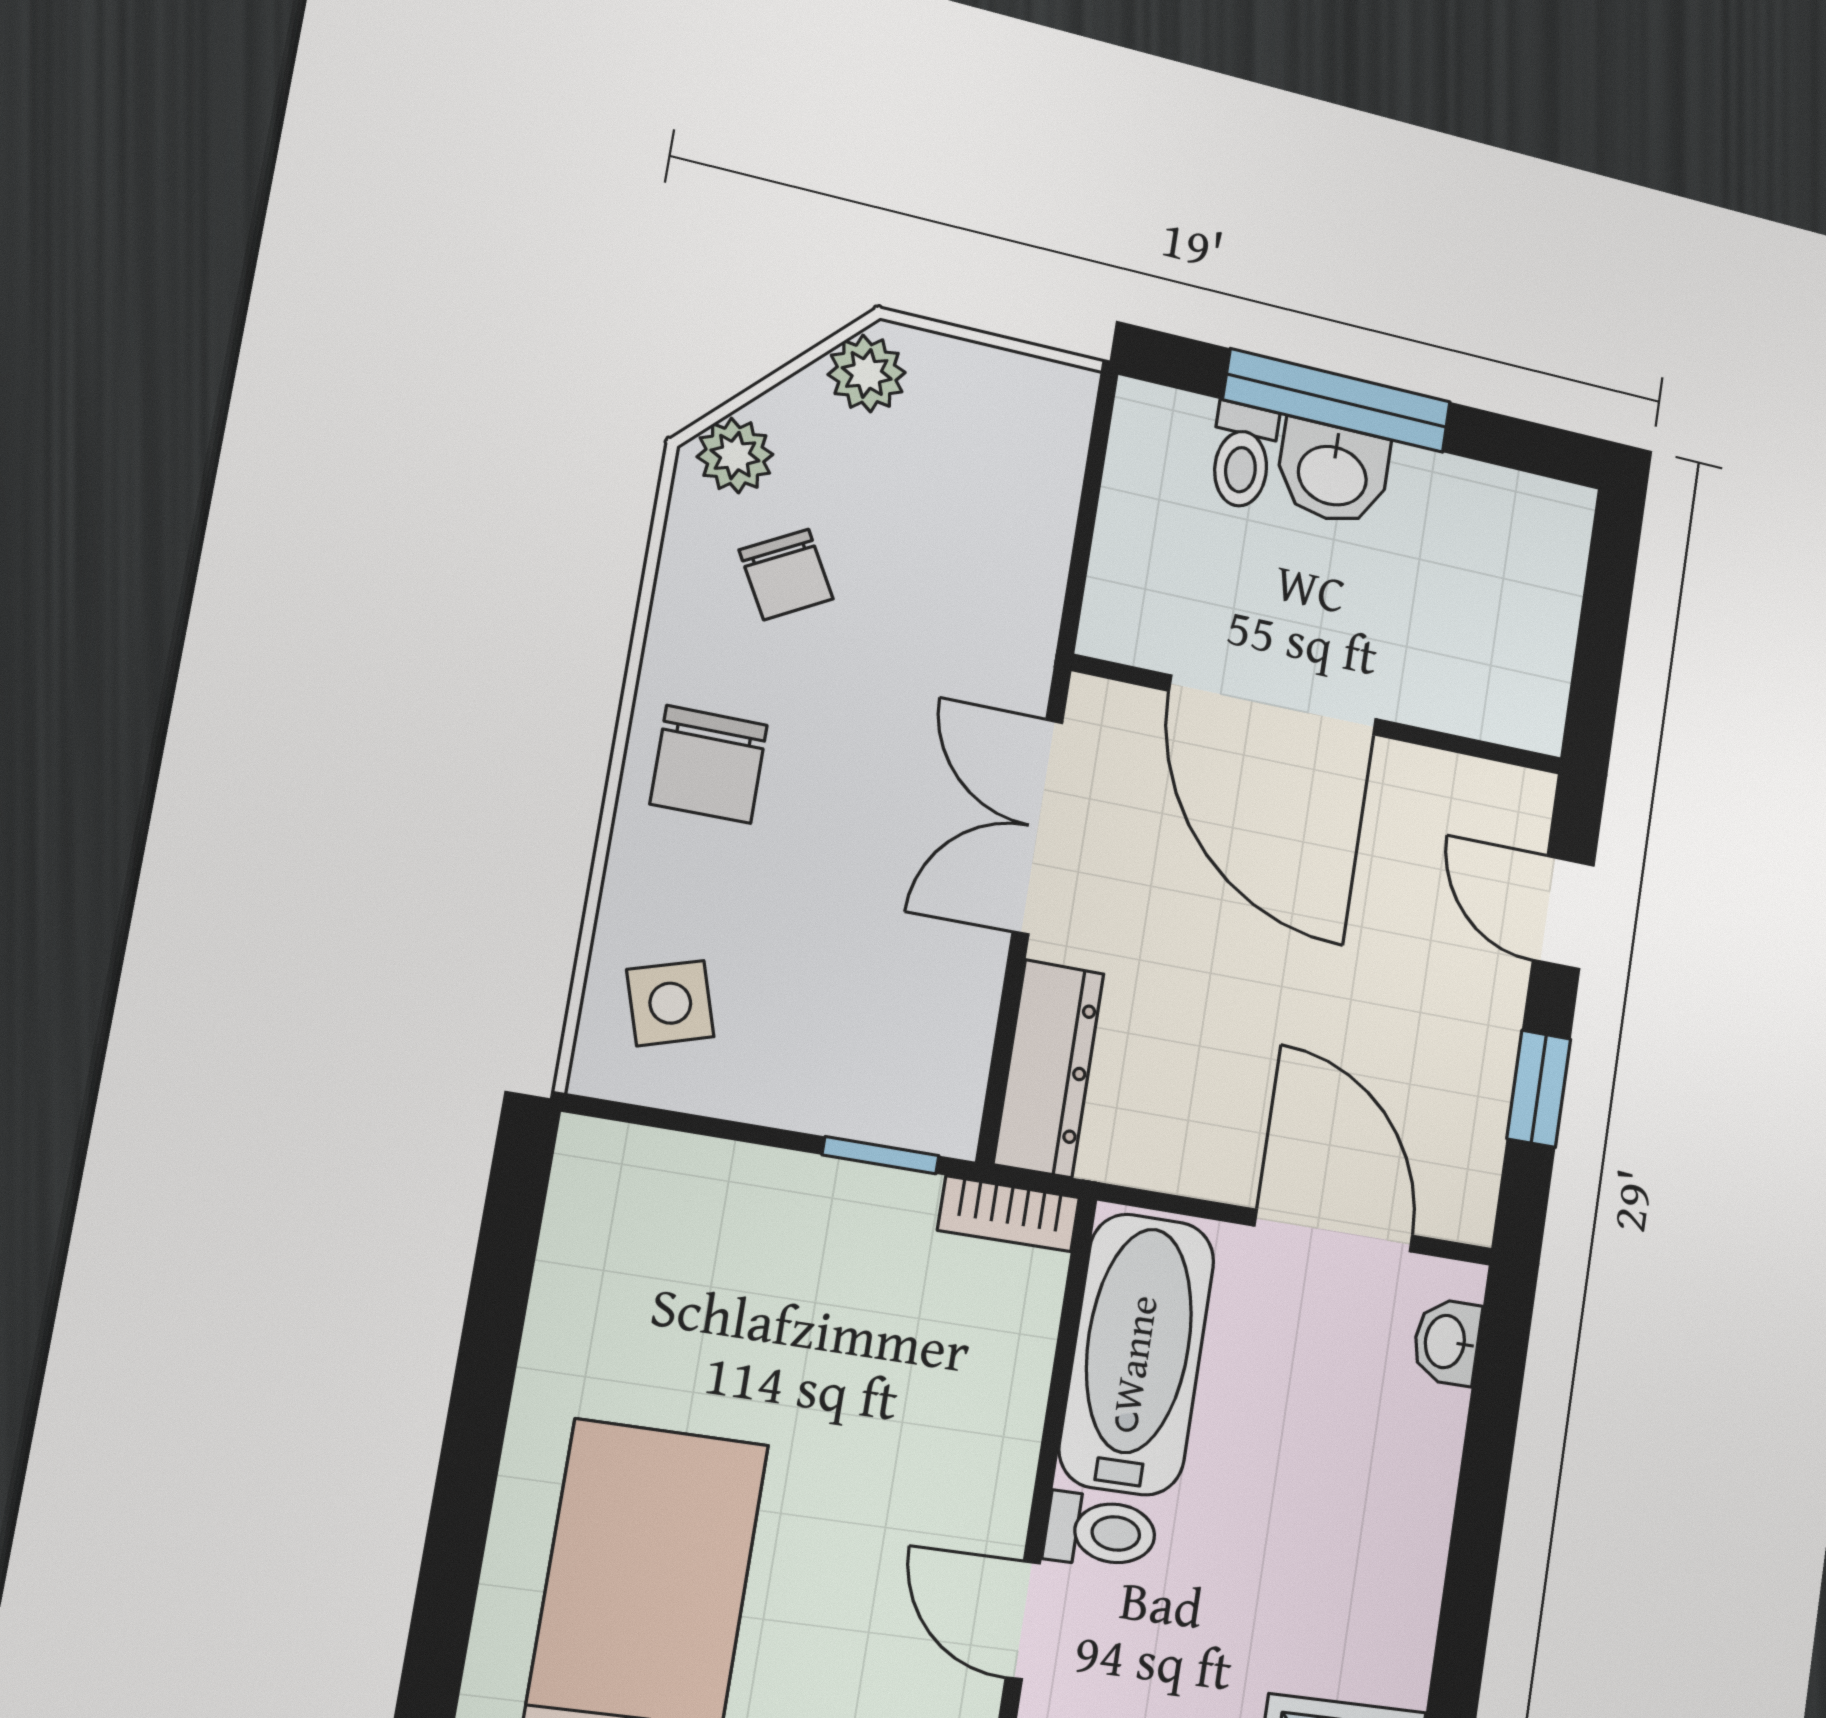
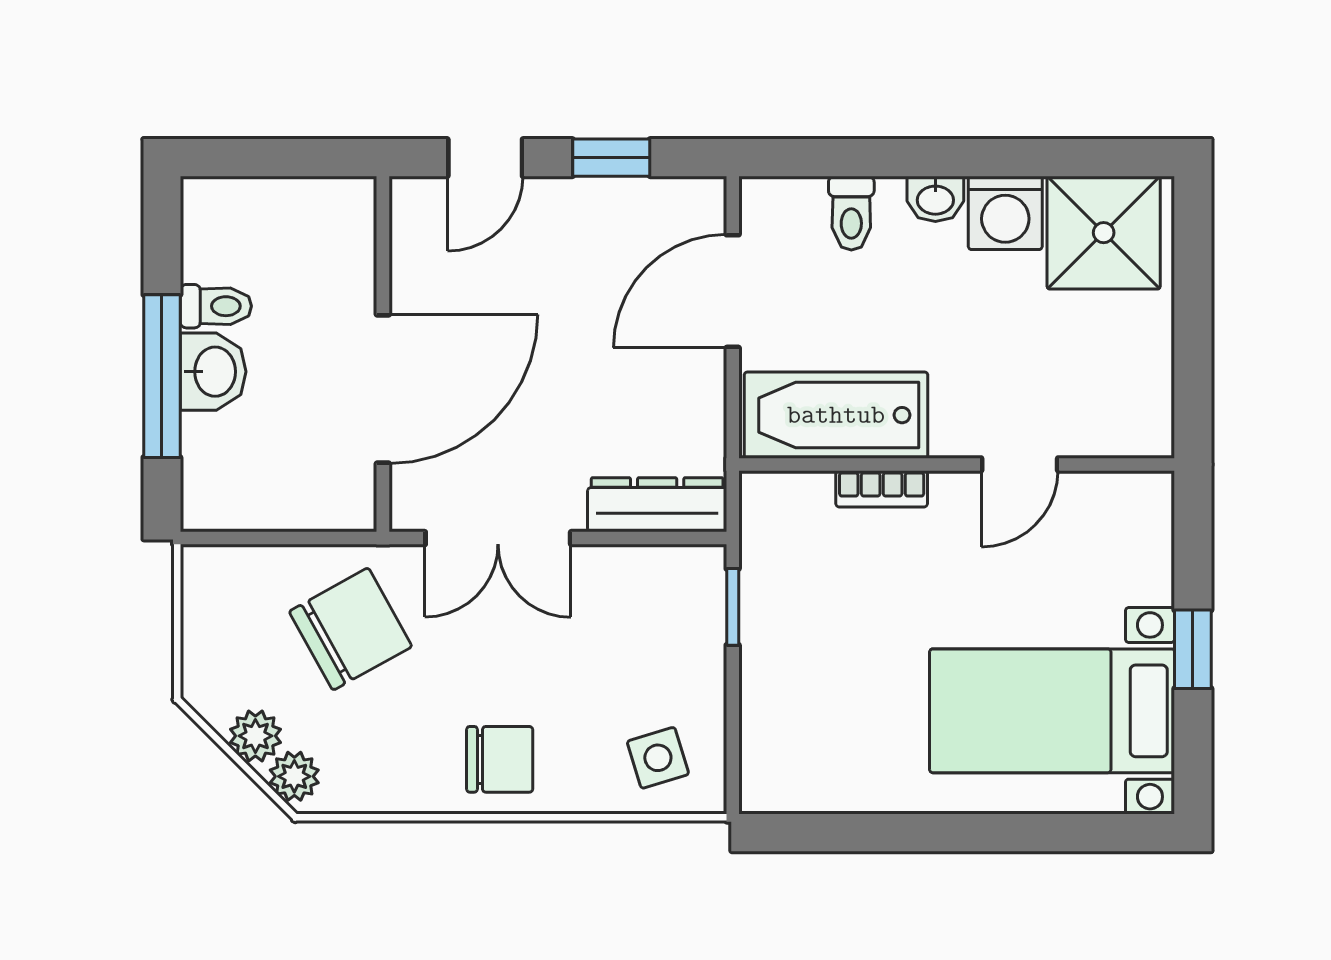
plant: (867, 373) -> (255, 736), moved
toilet: (1243, 456) -> (216, 306), moved
chair: (786, 574) -> (351, 629), moved, width x1.87, depth x1.87
bookcase: (1009, 1214) -> (882, 489), moved, turned 90
washbasin: (1447, 1342) -> (935, 199), moved
toilet: (1101, 1531) -> (851, 213), moved, turned 180
washing machine: (1384, 1645) -> (1005, 213), added

